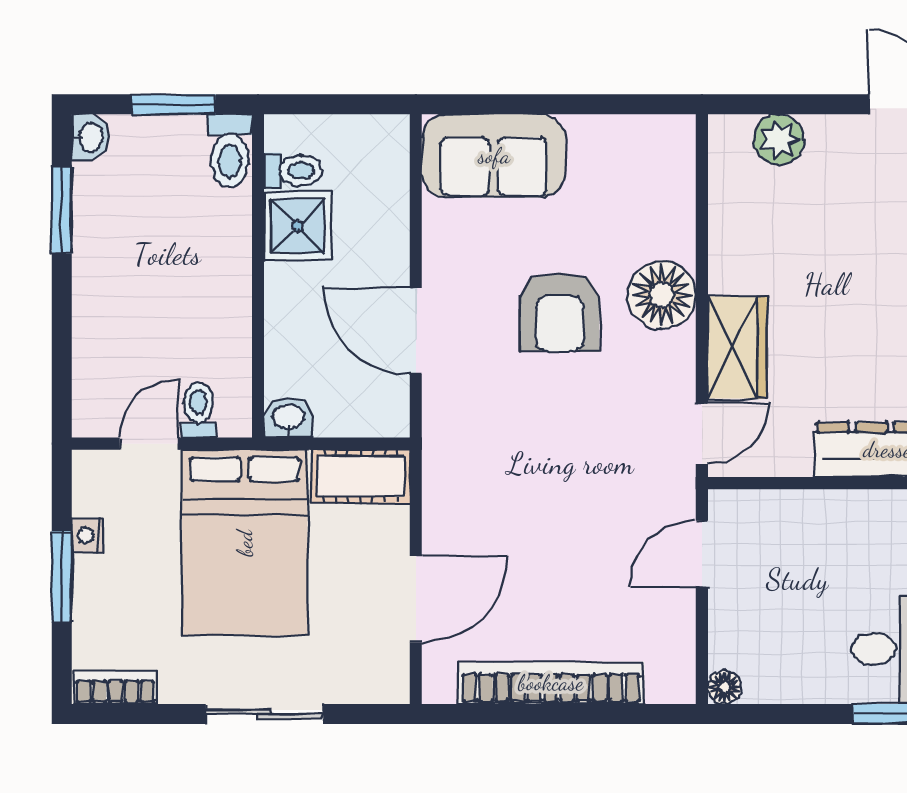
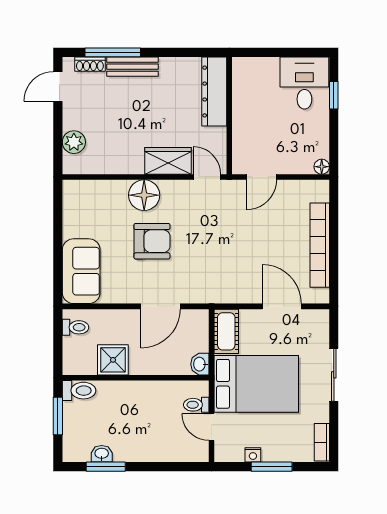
washbasin: (90, 137) -> (102, 454), moved
toilet: (293, 171) -> (75, 327), moved, turned 90
door: (702, 554) -> (261, 177), hinge flipped

